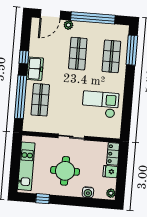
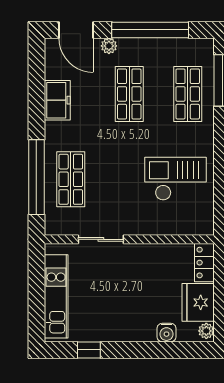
door: (50, 14) -> (76, 30), hinge flipped
window: (24, 57) -> (36, 108), removed
freezer: (35, 69) -> (57, 100), moved
sliding door: (71, 137) -> (101, 239), moved
round table: (65, 171) -> (124, 299), removed
fridge: (110, 172) -> (198, 302), width x1.88, depth x1.34

